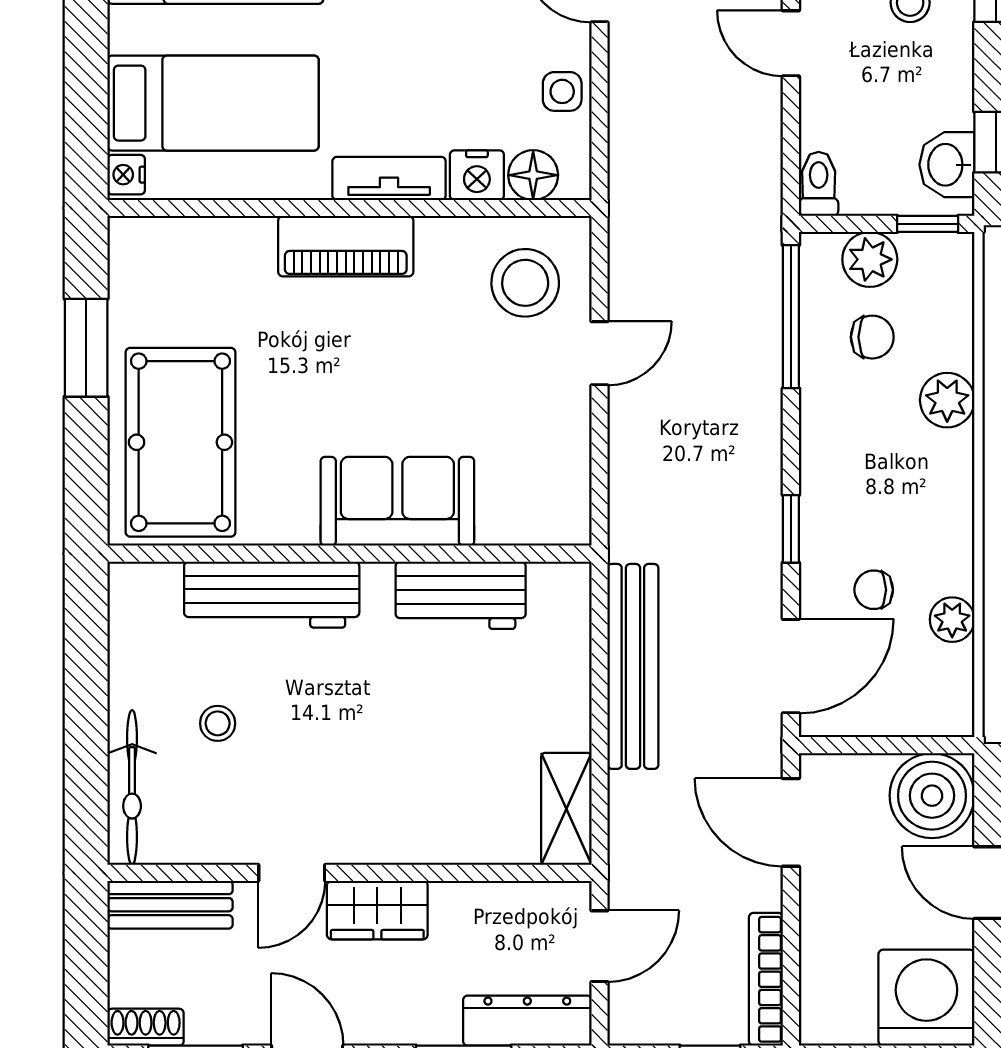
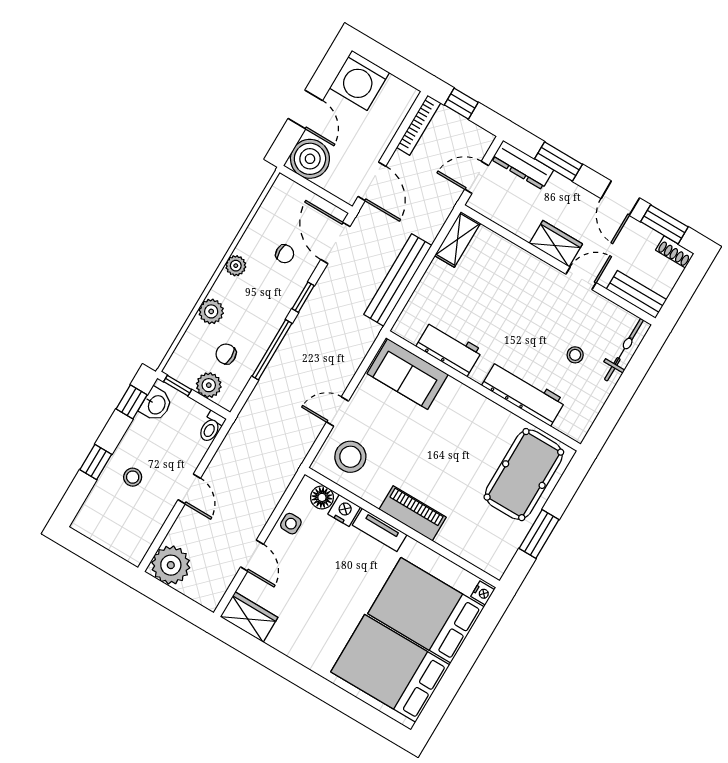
bed: (213, 103) -> (426, 610), width x1.50
window: (791, 317) -> (272, 350), moved
sofa: (397, 501) -> (408, 374), moved
plant: (952, 620) -> (236, 266), moved
door: (791, 666) -> (335, 243), hinge flipped

